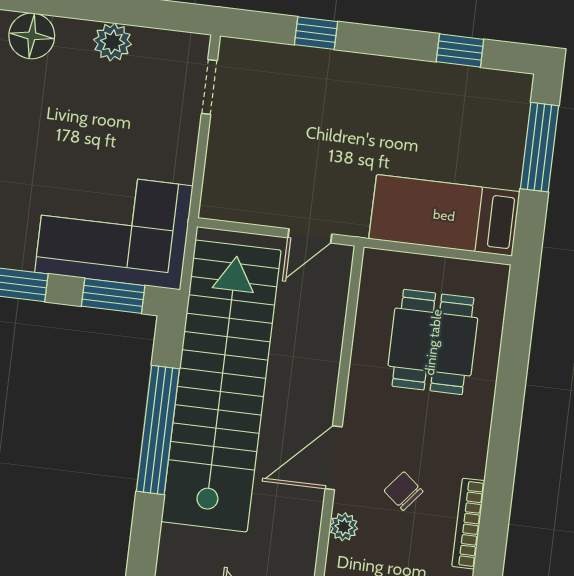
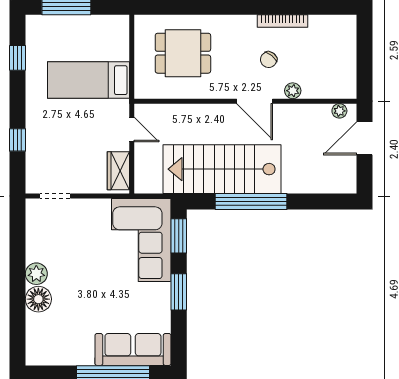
plant: (113, 42) -> (36, 274), moved
wardrobe: (240, 204) -> (118, 171), added
bed: (444, 215) -> (89, 80), moved, turned 90
stairs: (221, 386) -> (222, 169), width x0.73

